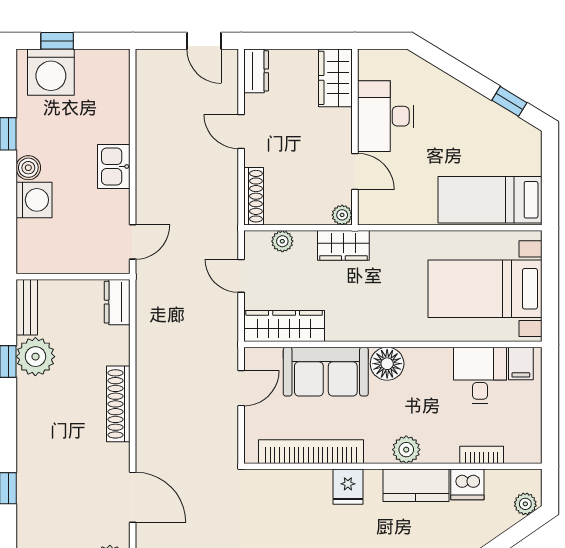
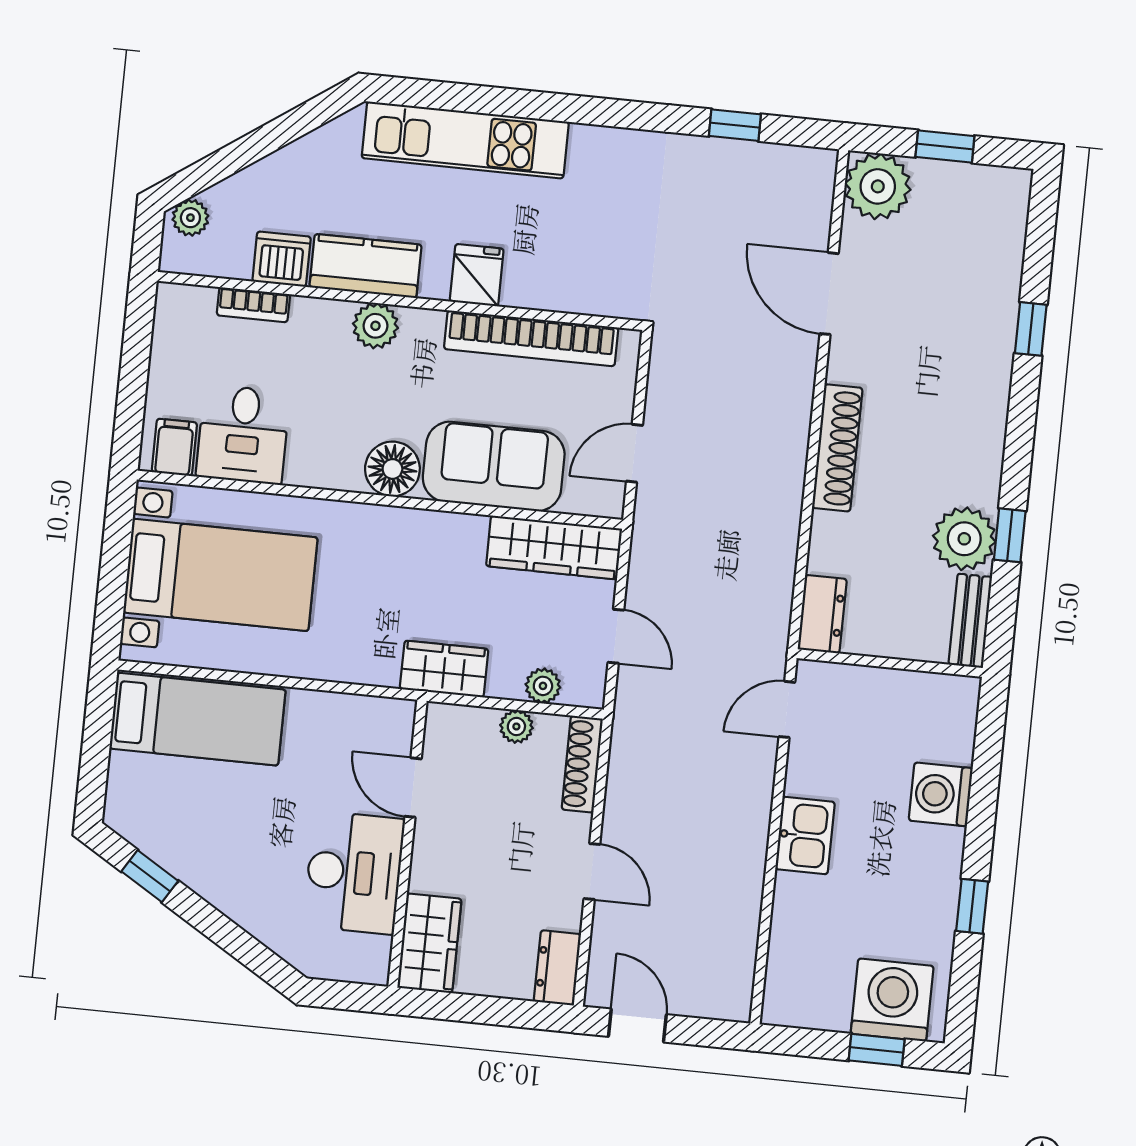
boiler: (28, 168) -> (945, 848), removed
plant: (342, 215) -> (516, 726), moved

